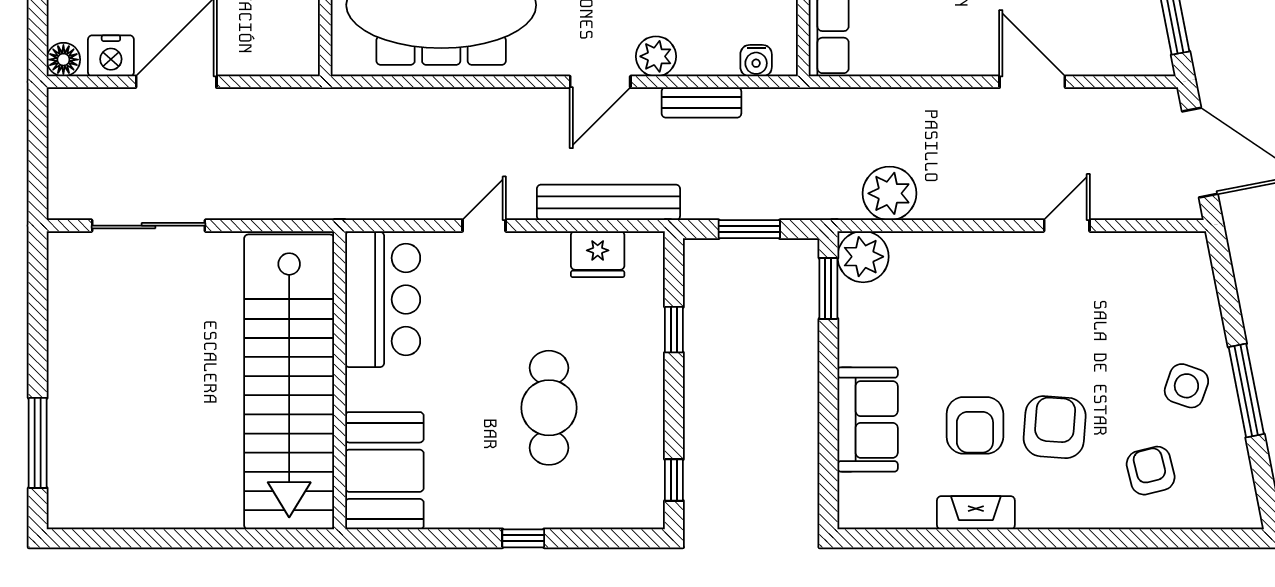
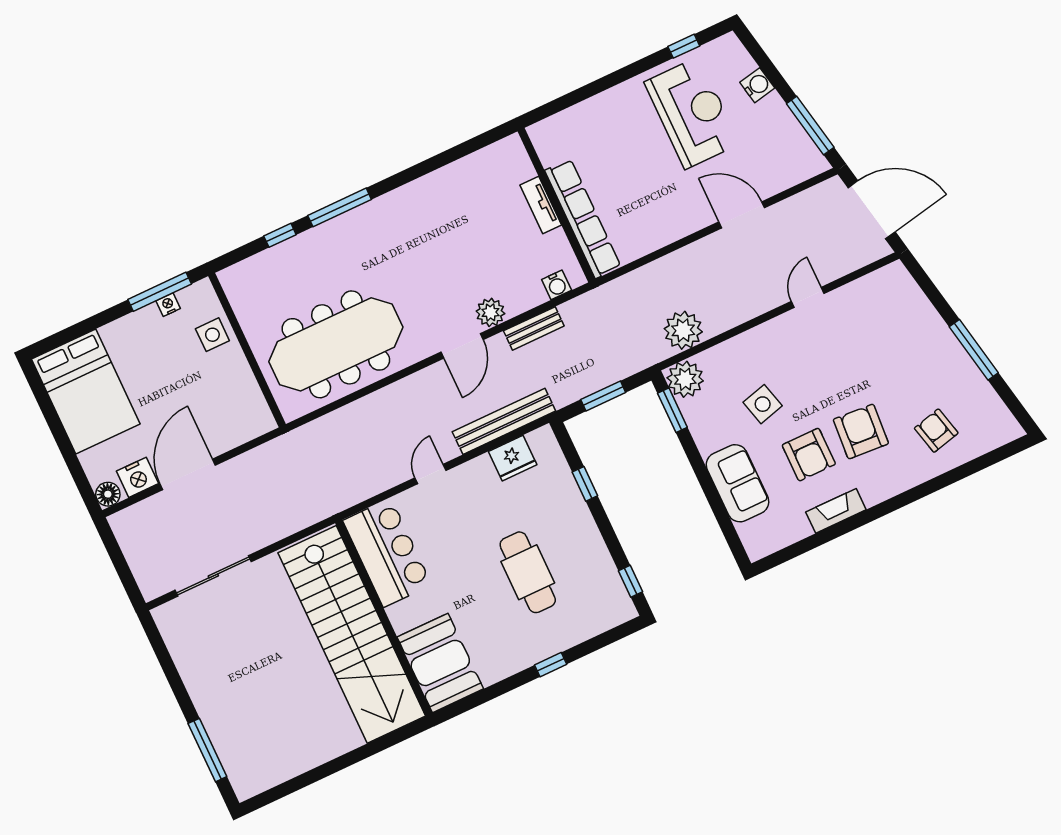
side table: (1186, 386) -> (763, 404), moved, turned -34

